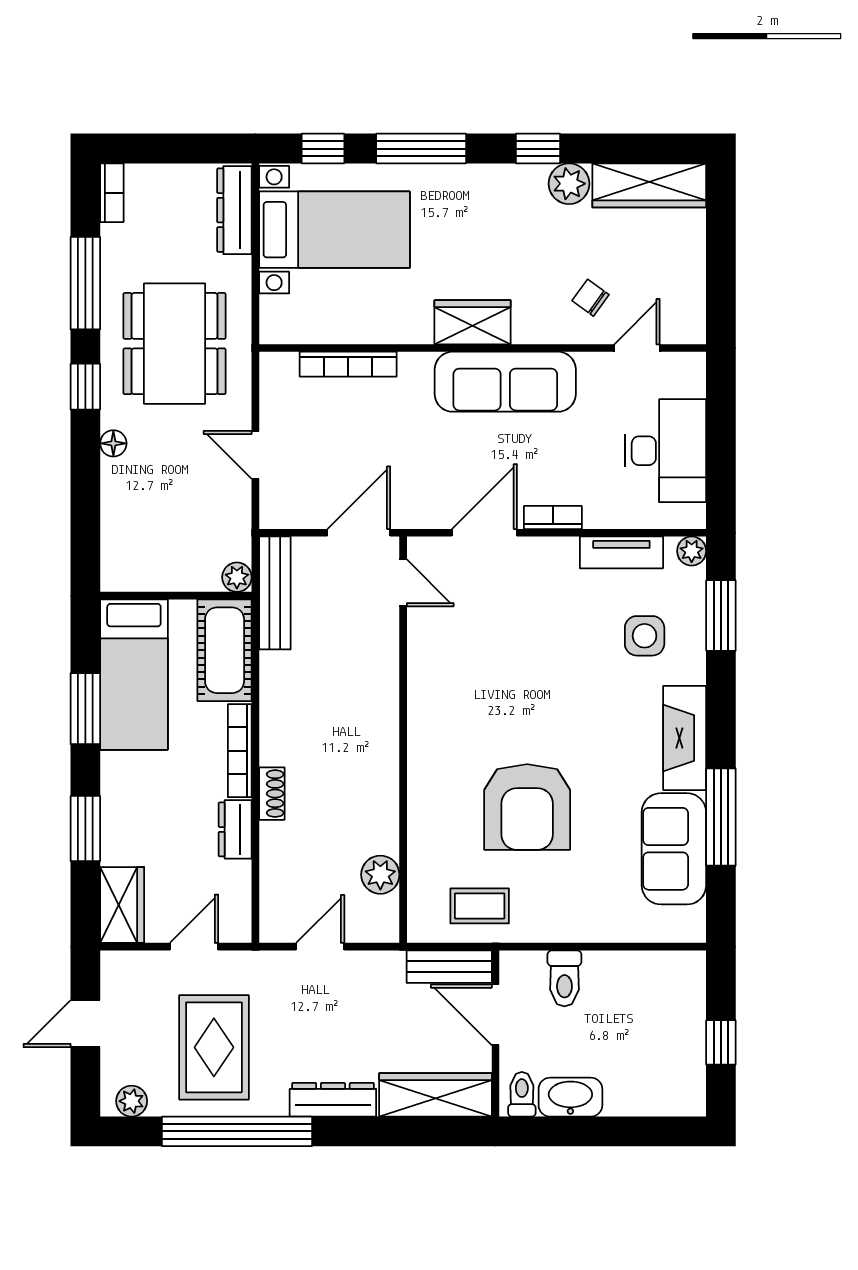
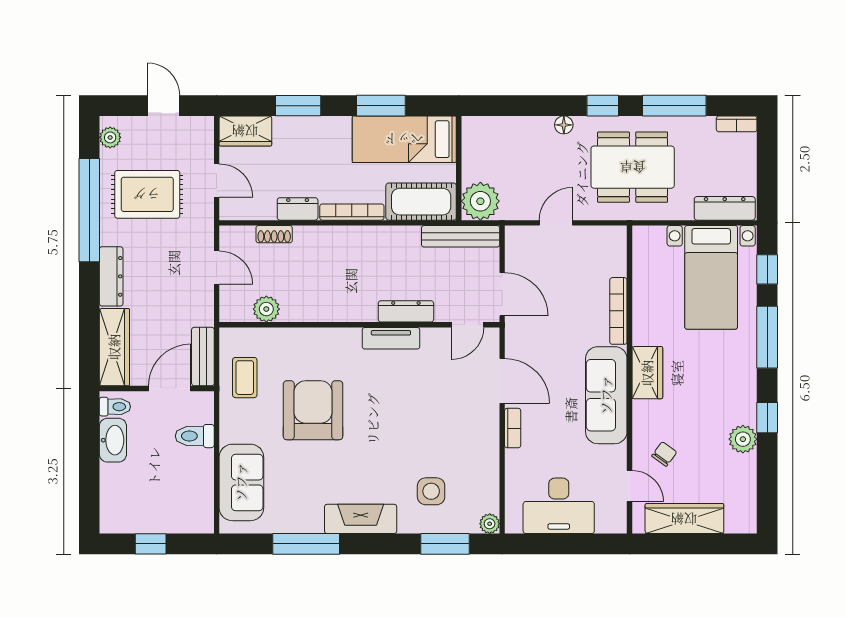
wardrobe: (649, 185) -> (684, 519), moved, turned 90
bookcase: (348, 364) -> (618, 311), moved
tv unit: (621, 552) -> (391, 338), moved, turned -90
plant: (237, 577) -> (480, 201), width x1.88, depth x1.88
dresser: (384, 672) -> (406, 311), added
shoe rack: (272, 794) -> (274, 234), moved
armchair: (527, 807) -> (313, 410), turned 90
sofa: (674, 849) -> (241, 482), moved, turned 90

